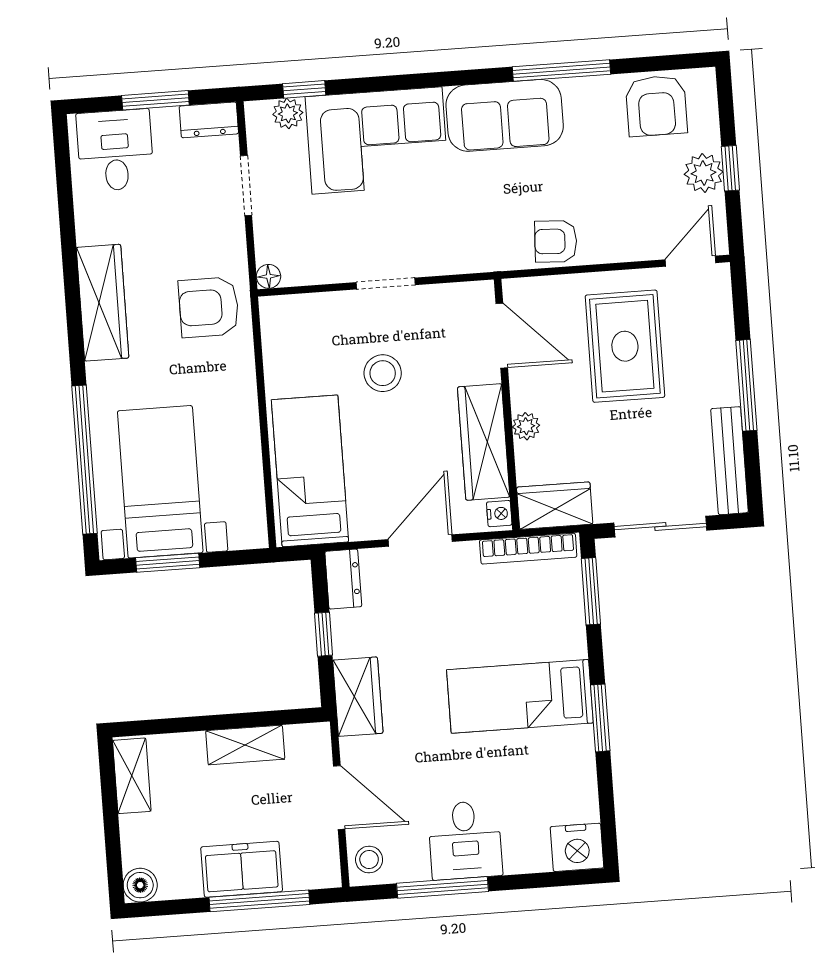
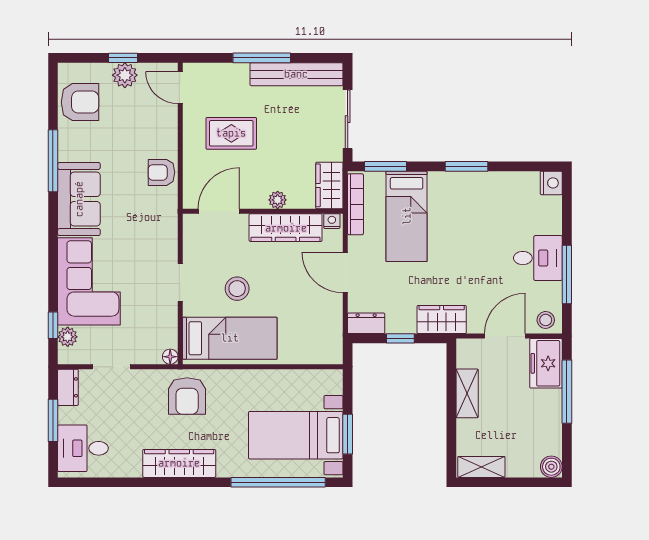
armchair: (556, 241) -> (161, 172), turned 87
rug: (625, 346) -> (231, 133), width x0.73, depth x0.70
bench: (729, 461) -> (296, 74), width x1.37, depth x1.21
bed: (310, 471) -> (230, 338), moved, turned 180
bed: (520, 696) -> (407, 216), moved
nightstand: (577, 847) -> (551, 183), width x0.74, depth x0.75
freezer: (242, 869) -> (546, 363), moved

